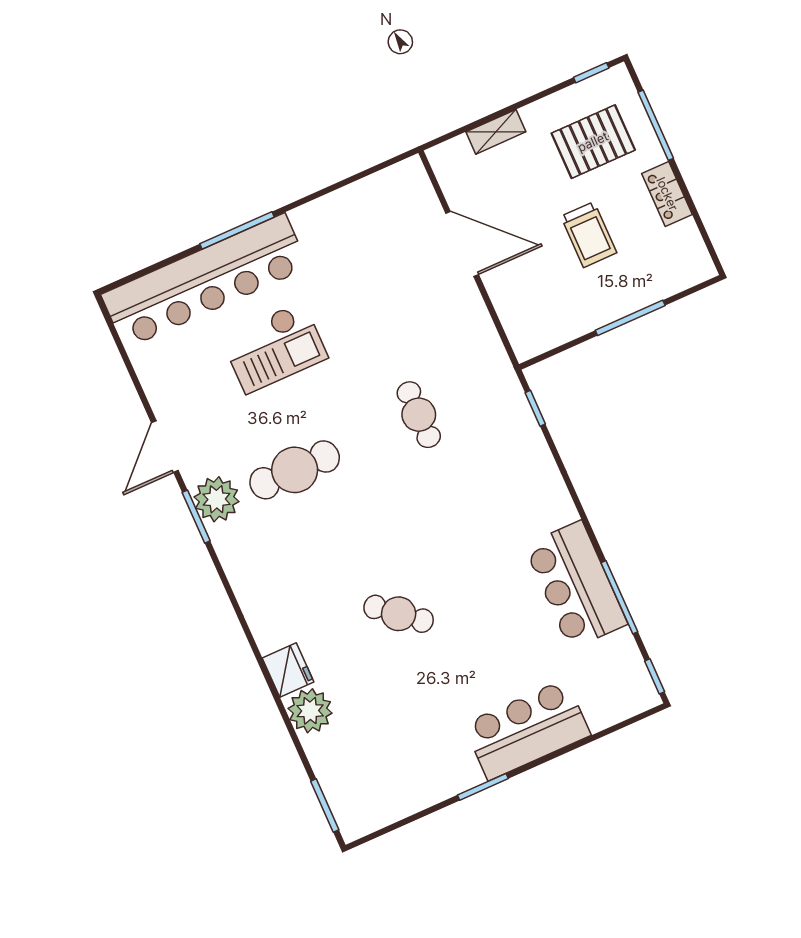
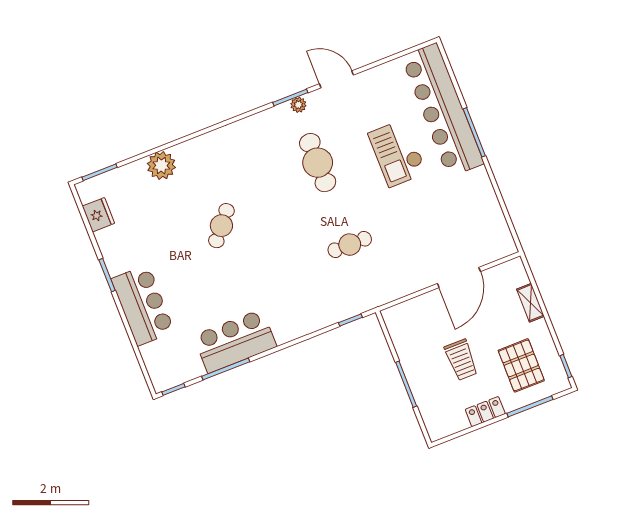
trolley: (589, 235) -> (461, 360), turned -90
plant: (217, 499) -> (298, 105), width x0.53, depth x0.53
fridge: (288, 670) -> (98, 215), moved, turned -90

